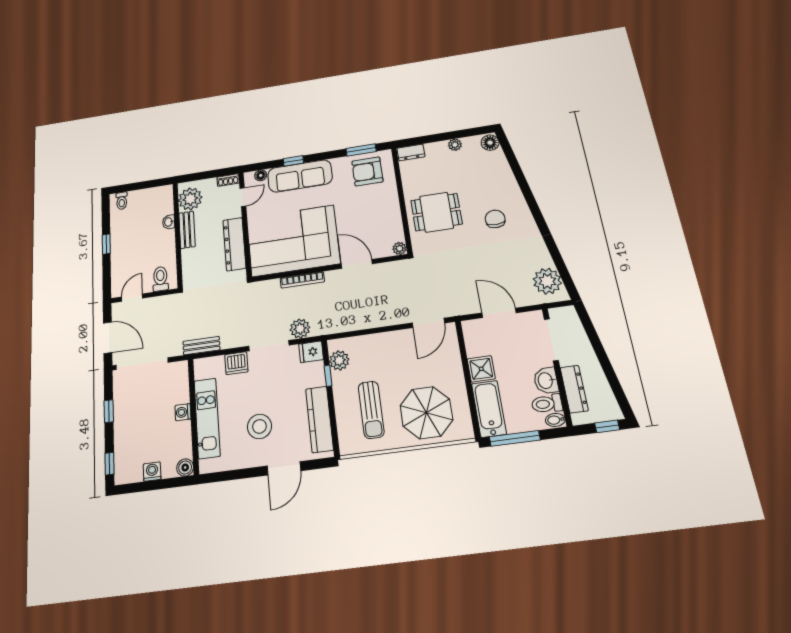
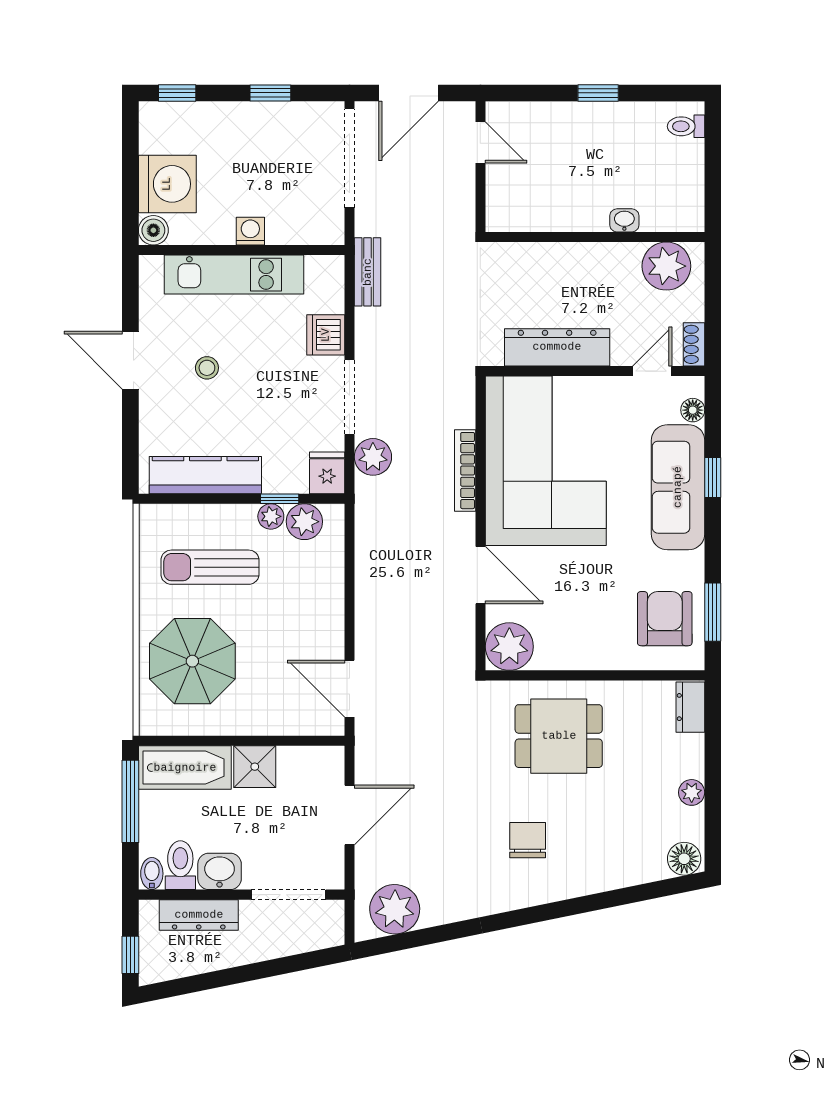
door: (243, 197) -> (652, 371), swing flipped
dining table: (436, 212) -> (559, 736), turned 90
chair: (495, 219) -> (528, 840), turned -90
bench: (187, 230) -> (602, 256), removed
plant: (400, 248) -> (509, 647), width x1.88, depth x1.88
door: (357, 264) -> (480, 575), hinge flipped
toilet: (160, 279) -> (510, 199), removed
plant: (339, 379) -> (271, 516), added
stool: (259, 426) -> (207, 368), width x0.53, depth x0.53
door: (284, 468) -> (130, 360), moved
washing machine: (152, 472) -> (167, 184), width x1.89, depth x1.89

